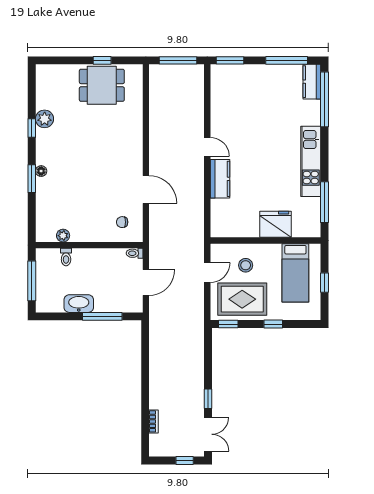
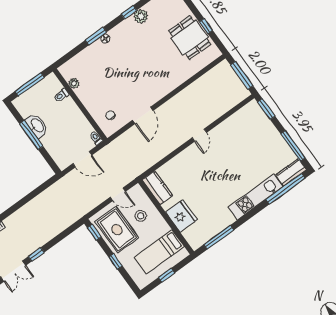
kitchen unit: (311, 161) -> (256, 197), moved
kitchen counter: (220, 179) -> (157, 188), moved, turned -90
window: (102, 316) -> (31, 135), moved

